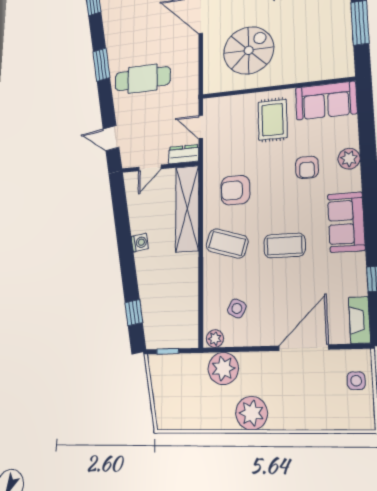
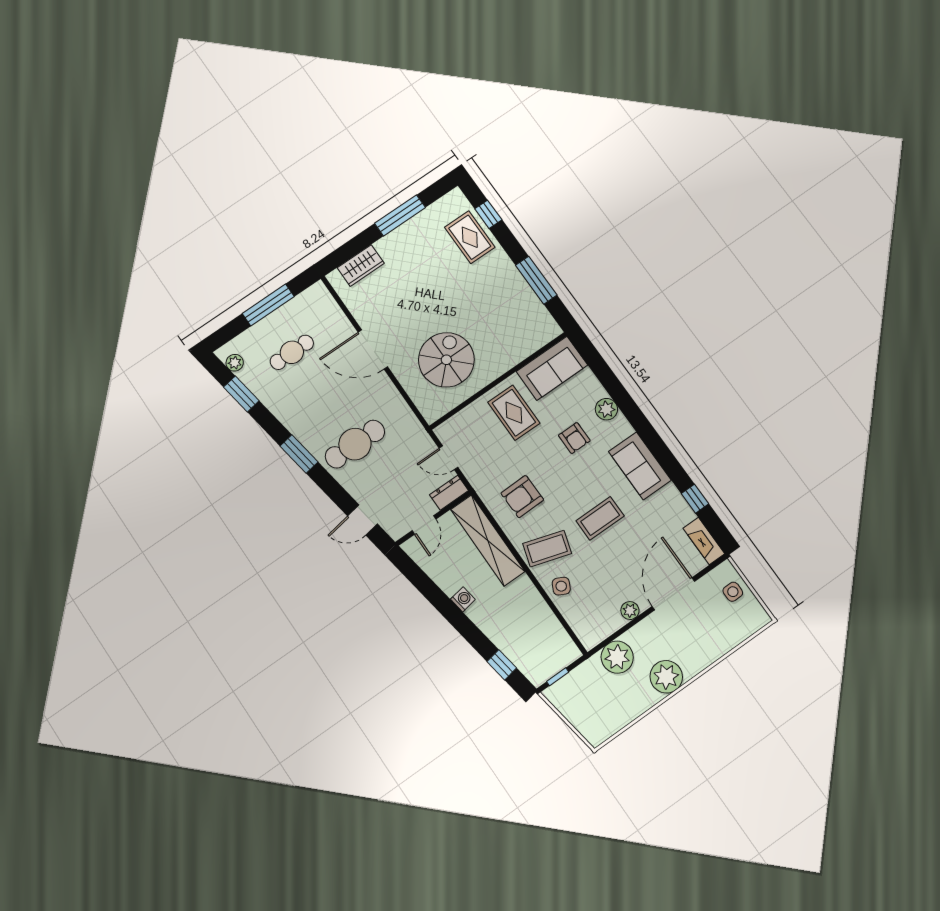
side table: (237, 308) -> (561, 586), moved
plant: (215, 339) -> (630, 611), moved

